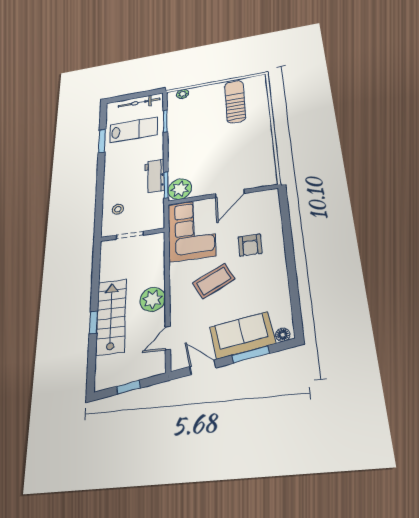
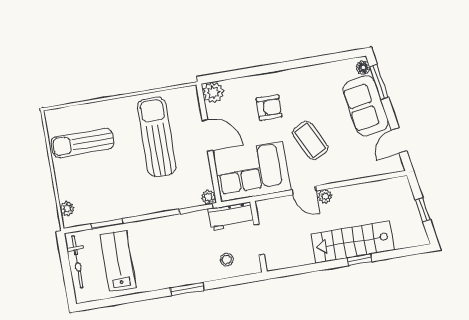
window: (102, 141) -> (187, 289), moved
sun lounger: (233, 154) -> (157, 137), added
workbench: (154, 176) -> (231, 216), moved
plant: (180, 189) -> (208, 197), width x0.53, depth x0.53
plant: (269, 198) -> (213, 92), added
plant: (153, 299) -> (325, 196), width x0.53, depth x0.53
door: (168, 338) -> (304, 190), moved
window: (251, 354) -> (379, 82), moved

